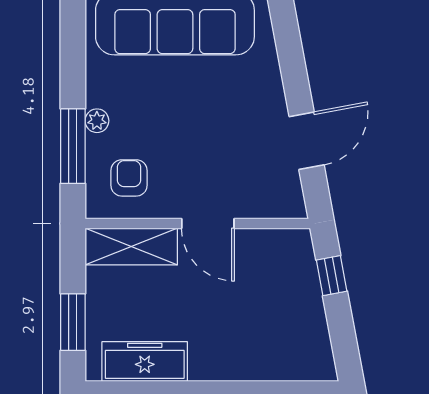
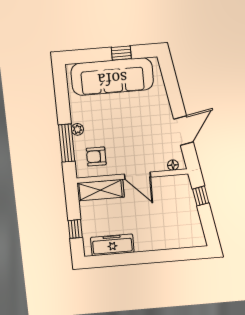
armchair: (129, 178) -> (96, 157), turned -90
floor lamp: (280, 208) -> (173, 165), added
window: (73, 322) -> (75, 229), width x0.67

